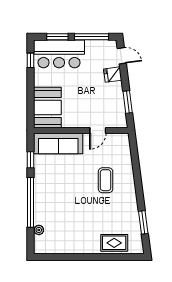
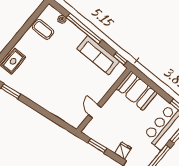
sofa: (58, 143) -> (98, 55), moved, turned -90
window: (31, 160) -> (120, 59), moved
coffee table: (106, 180) -> (43, 29), moved

